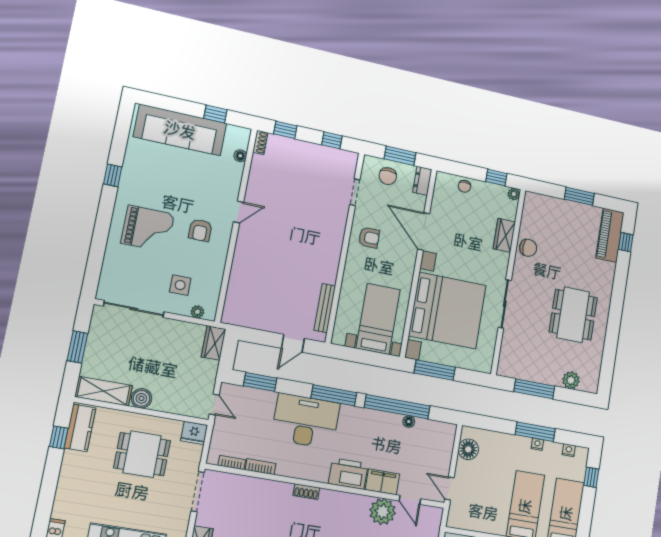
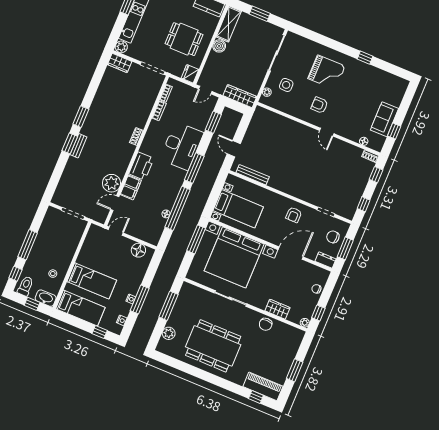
sofa: (180, 130) -> (385, 119), width x0.54, depth x0.79
grand piano: (148, 229) -> (327, 72), turned -90
dining table: (573, 315) -> (213, 346), width x1.36, depth x1.24
wardrobe: (214, 343) -> (240, 96), width x1.50
dining table: (142, 454) -> (184, 39), turned 90

